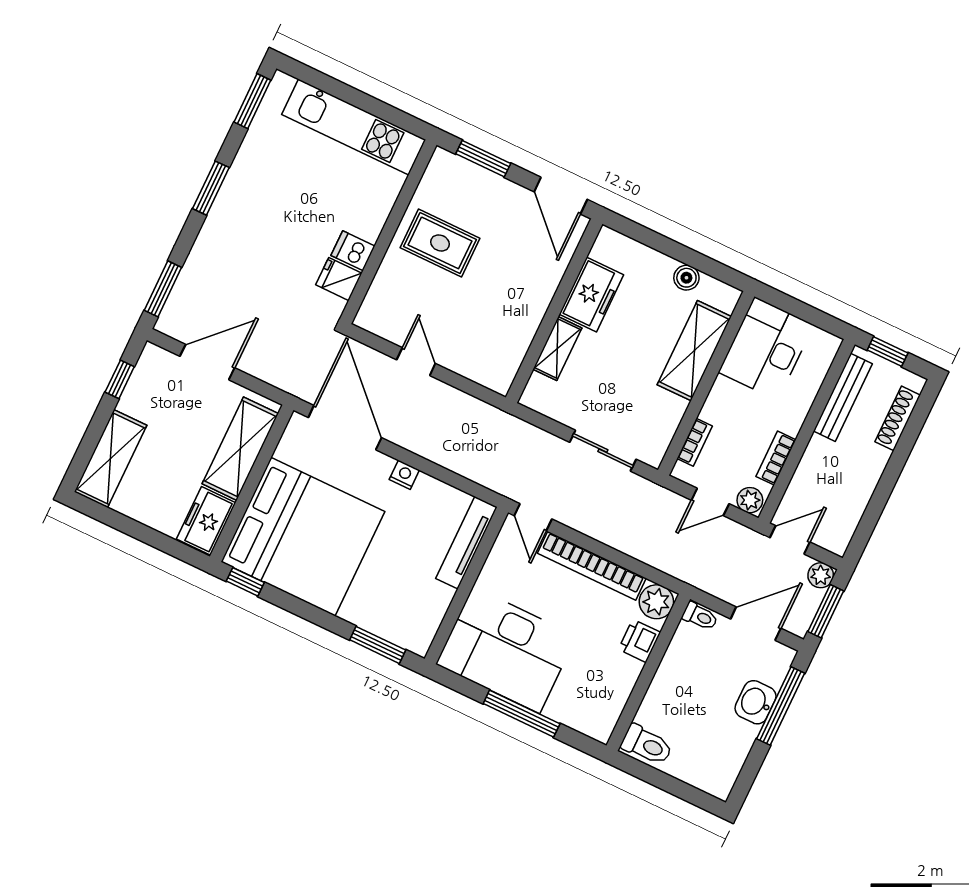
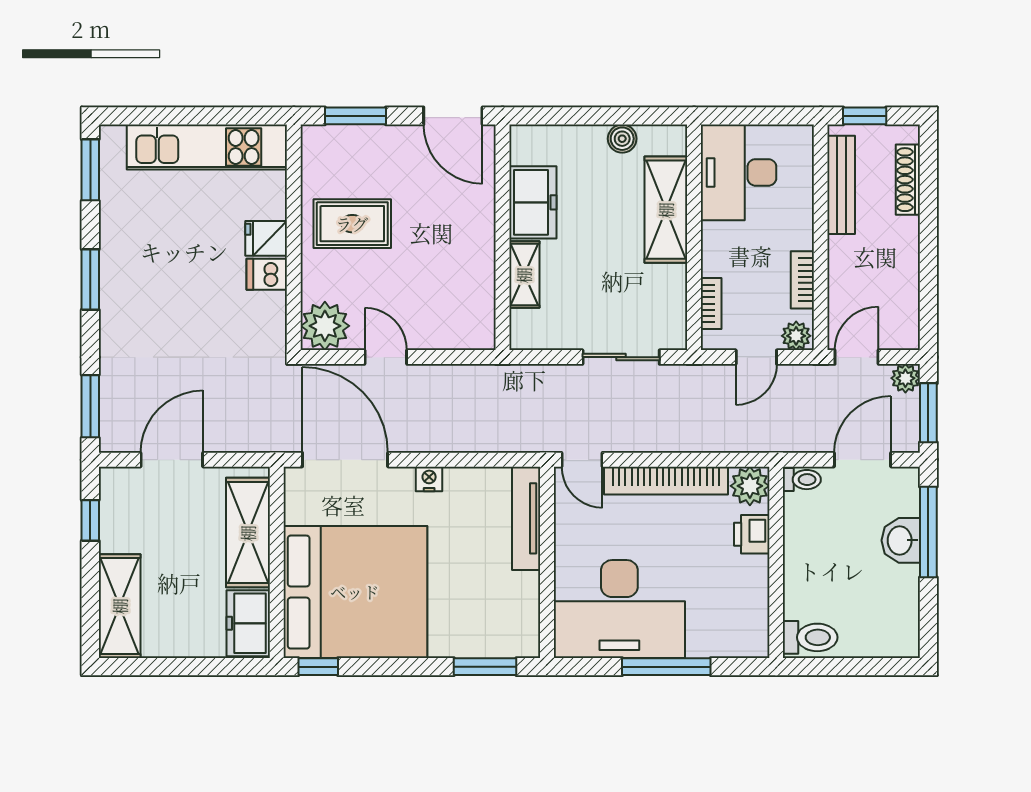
fridge: (339, 279) -> (266, 238), moved
plant: (380, 314) -> (325, 326), added

